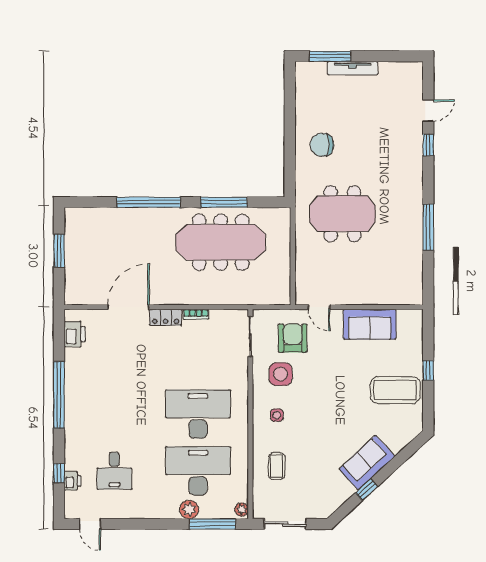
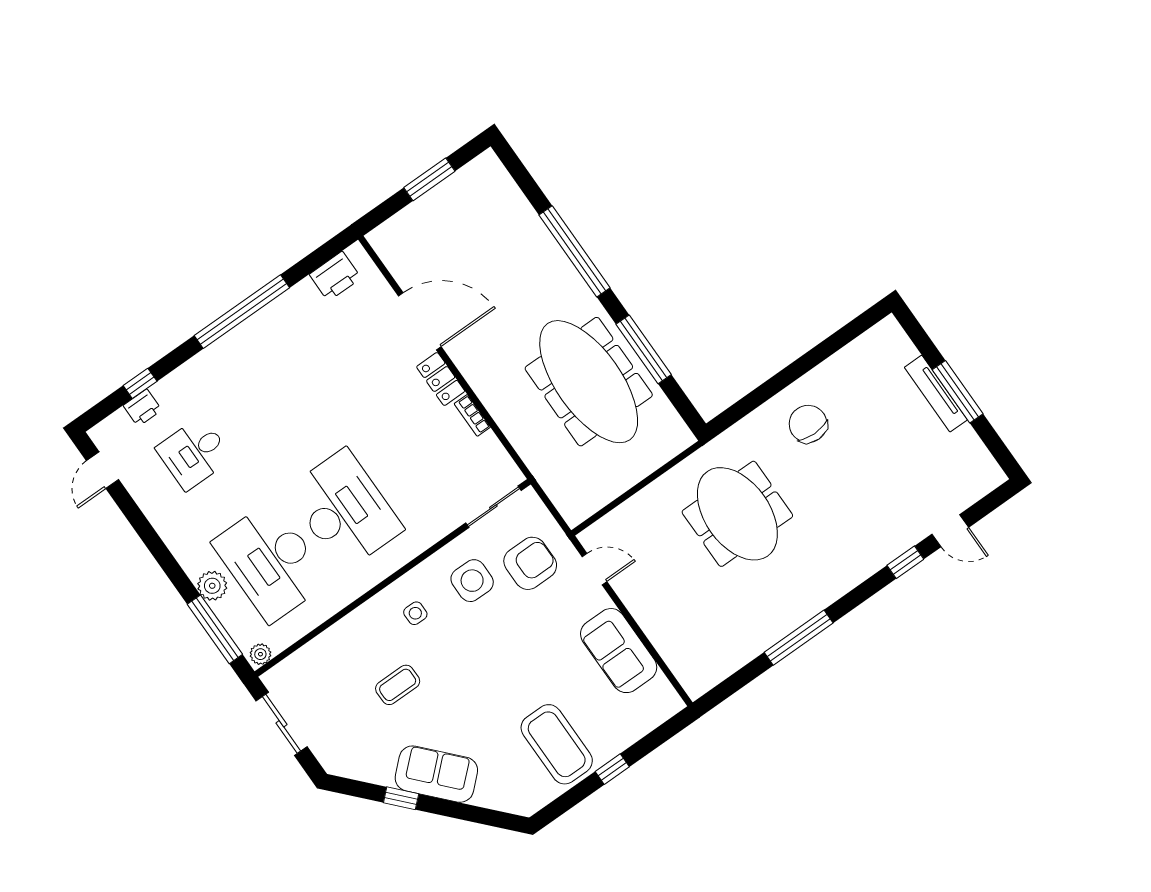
window: (330, 56) -> (958, 392), moved
door: (319, 307) -> (595, 569), swing flipped
coffee table: (277, 466) -> (398, 685), moved
desk: (198, 471) -> (271, 562), turned 180

